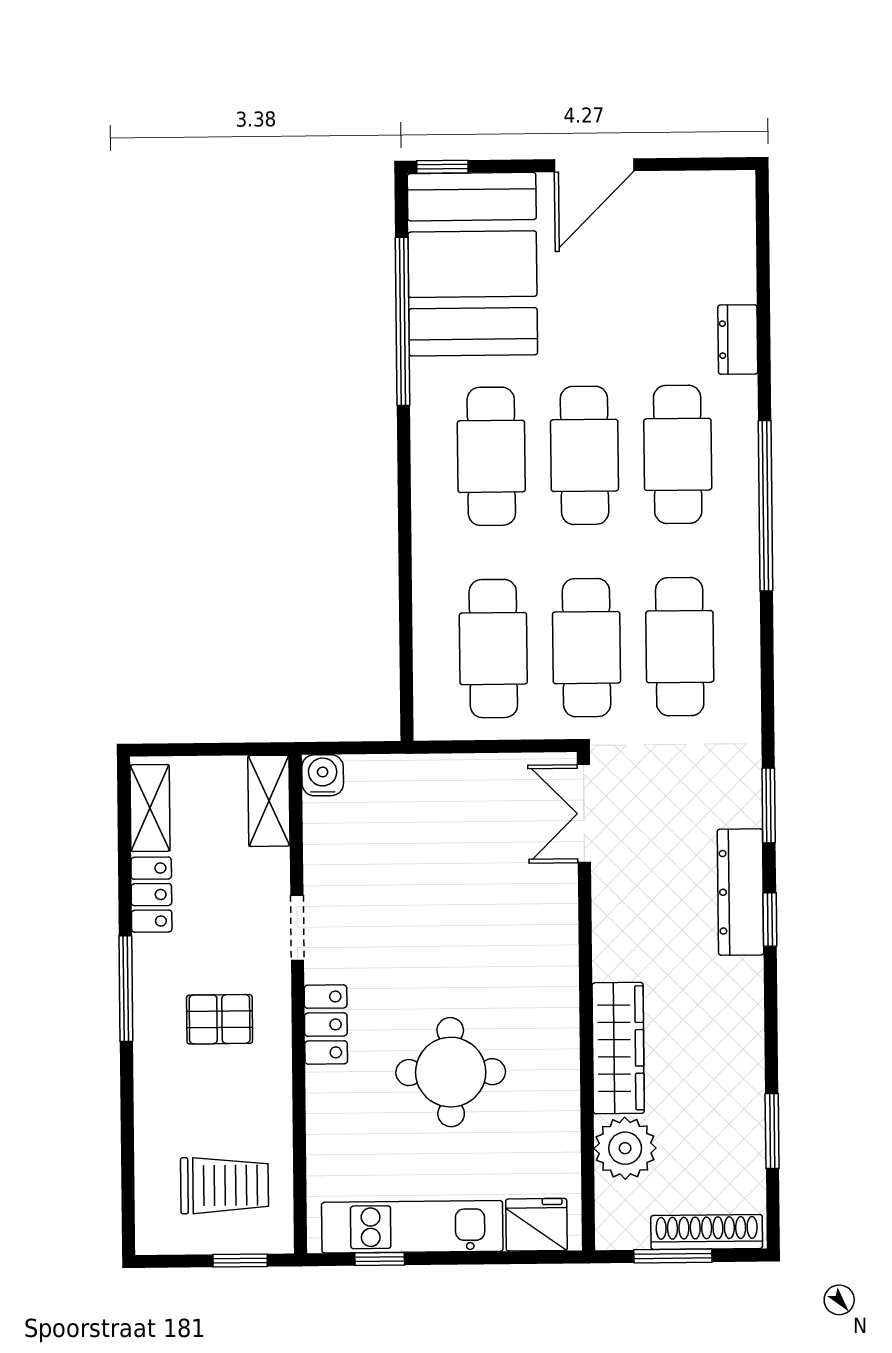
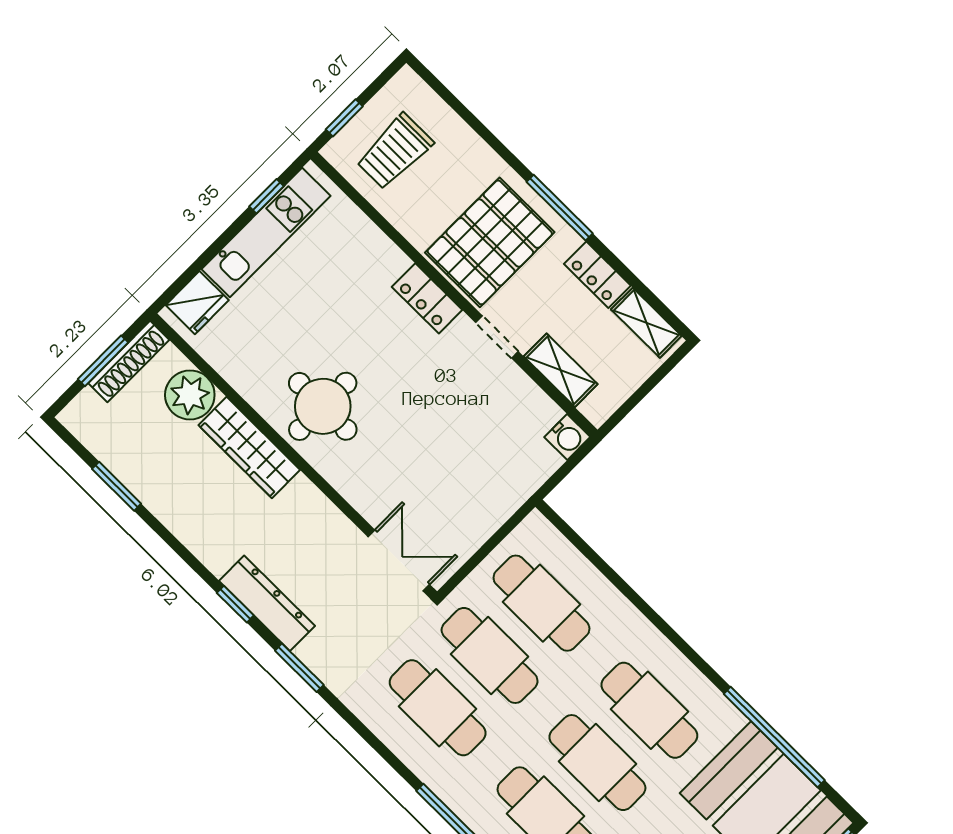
shelving: (269, 801) -> (561, 370), moved
pallet: (220, 1019) -> (490, 242), width x2.05, depth x2.00
round table: (451, 1072) -> (323, 406), moved
shoe rack: (707, 1232) -> (129, 361), moved

